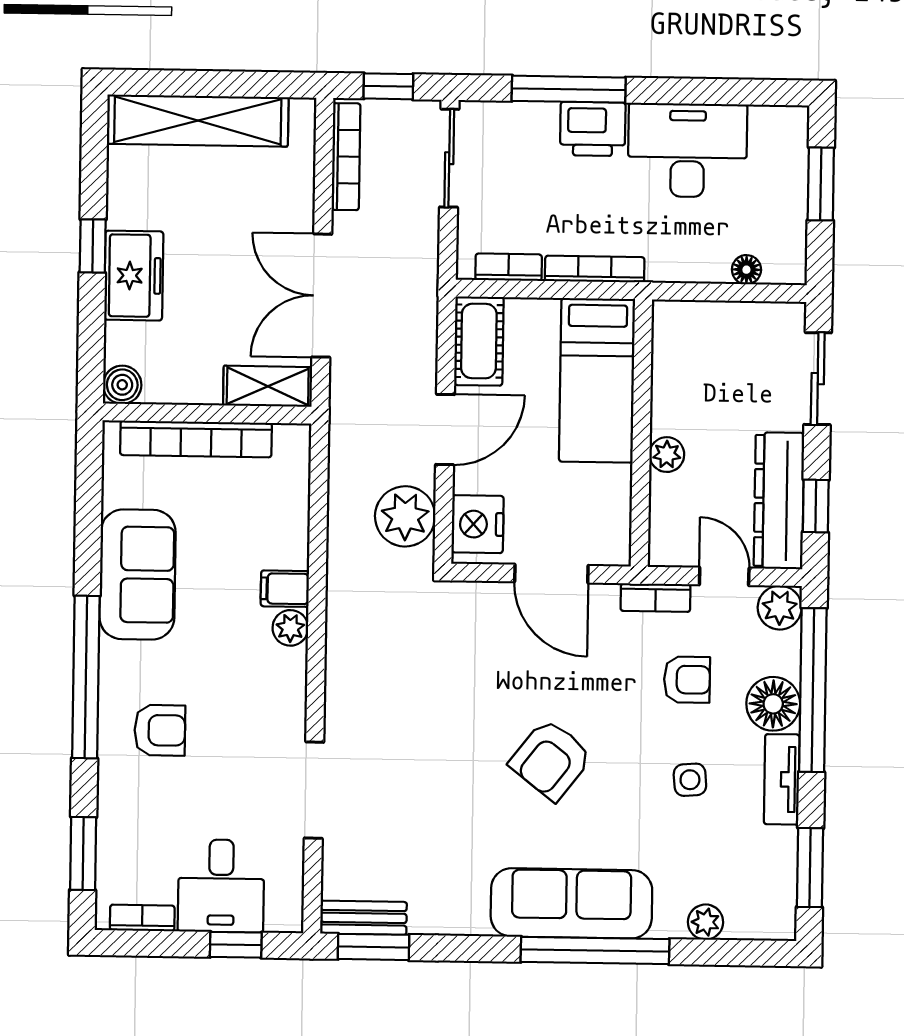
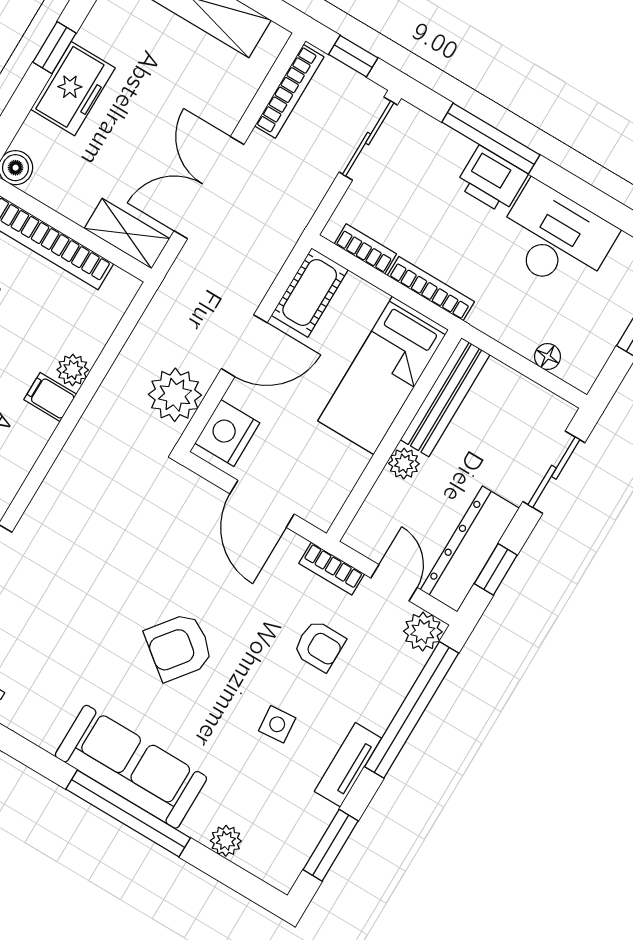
bench: (670, 367) -> (445, 397), added
plant: (290, 628) -> (73, 370), moved
floor lamp: (773, 704) -> (375, 703), removed

